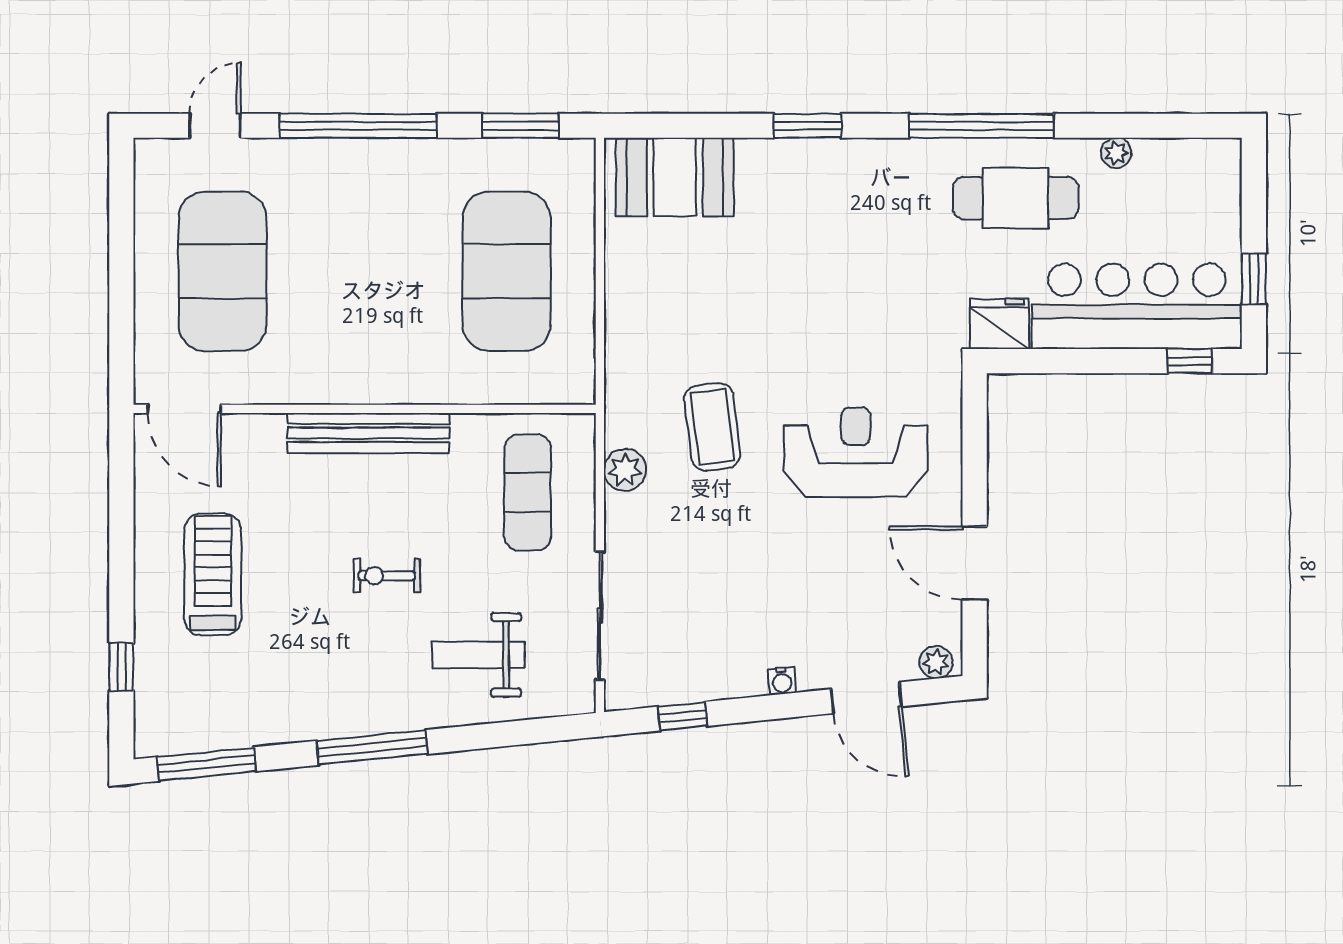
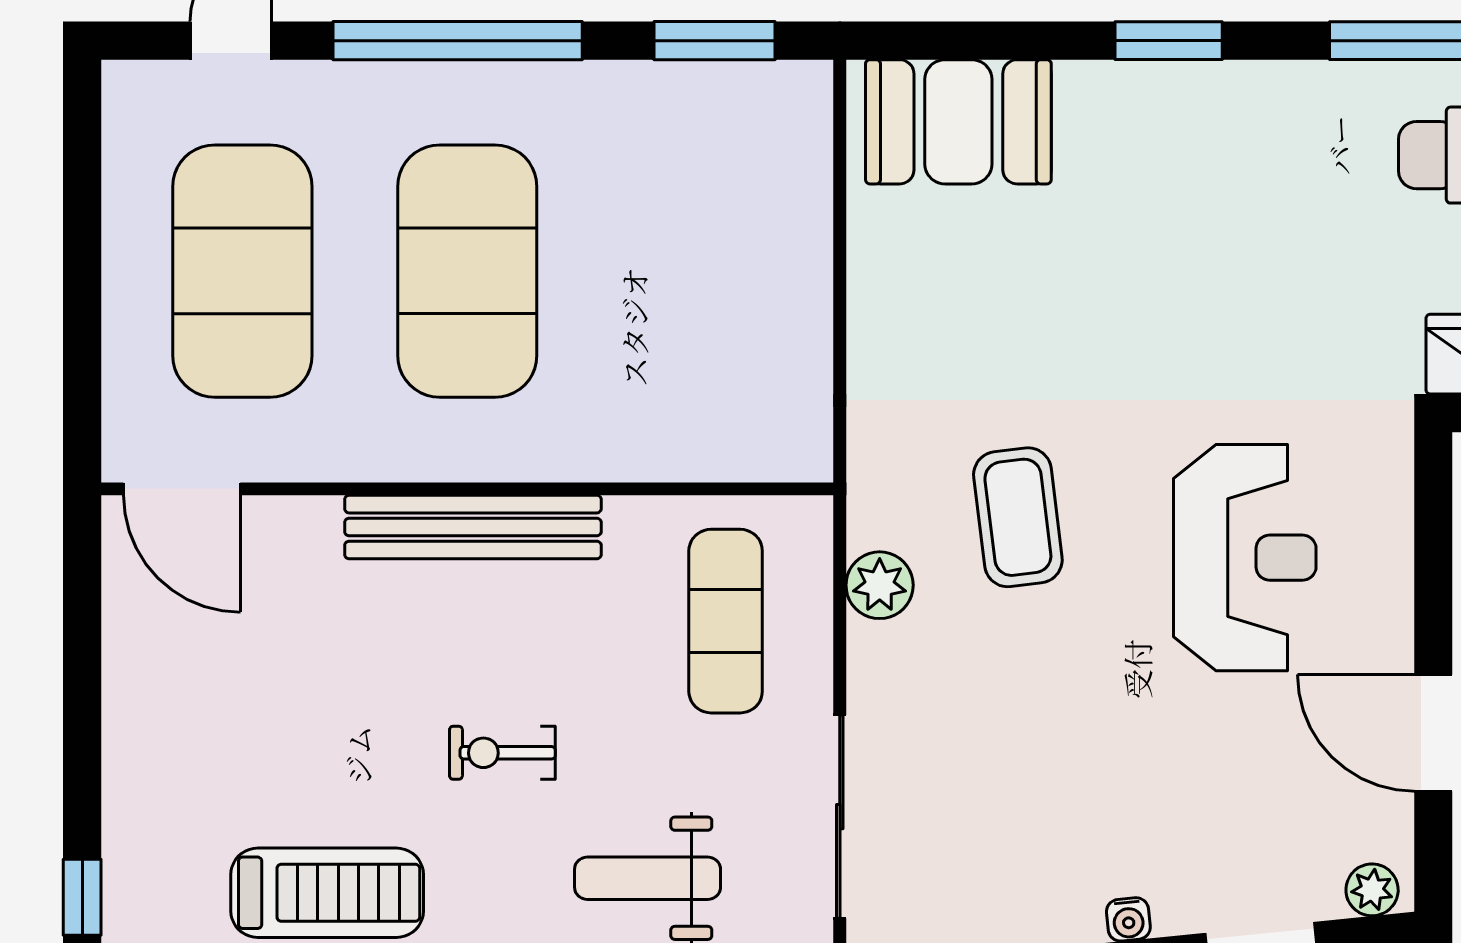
exercise mat: (507, 271) -> (467, 271), moved
reception desk: (856, 452) -> (1245, 558), turned 90
treadmill: (213, 574) -> (327, 893), moved, turned 90

